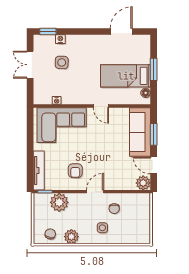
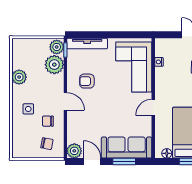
door: (154, 165) -> (92, 162), hinge flipped
plant: (42, 200) -> (57, 47), added
chair: (50, 234) -> (47, 144), moved

